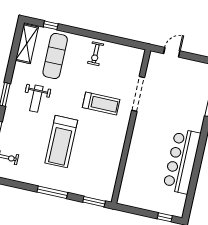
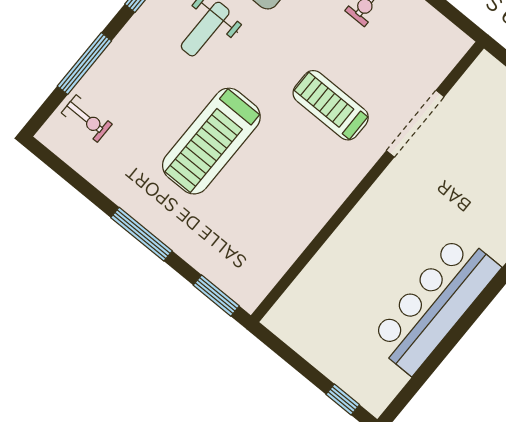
treadmill: (101, 104) -> (331, 105), turned 180

